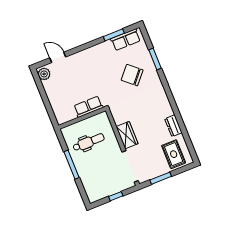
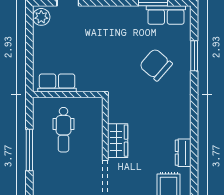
row of seats: (88, 107) -> (57, 83), moved
dental chair: (89, 142) -> (64, 130), turned 90

